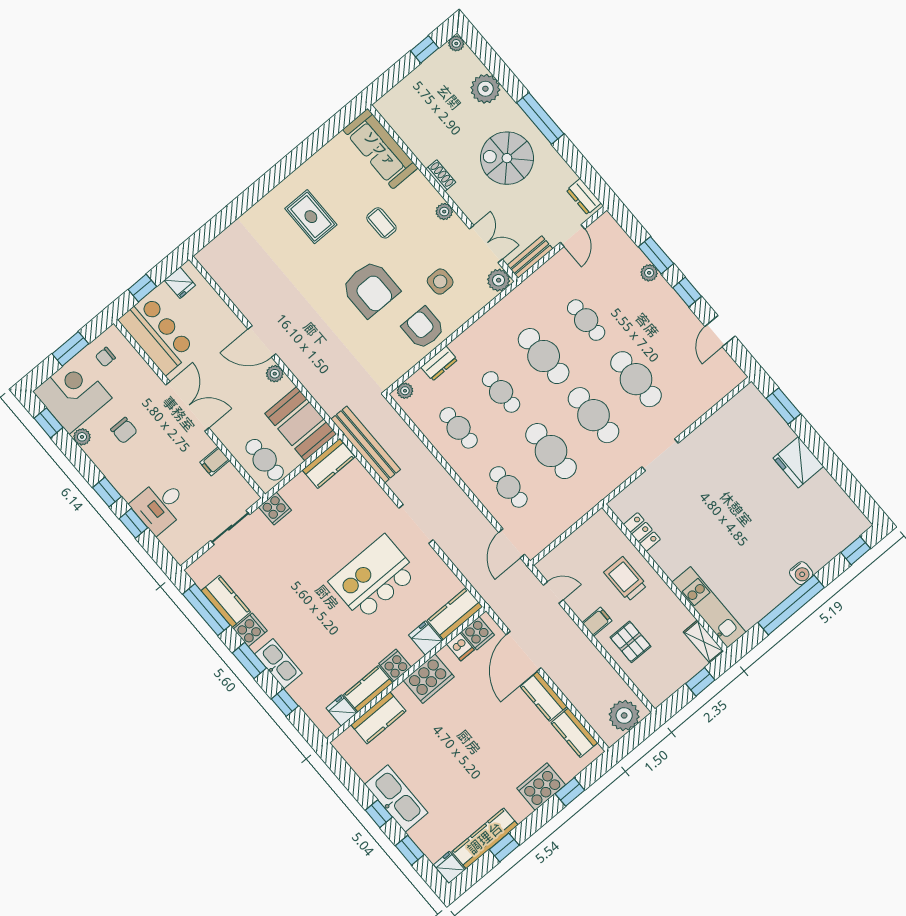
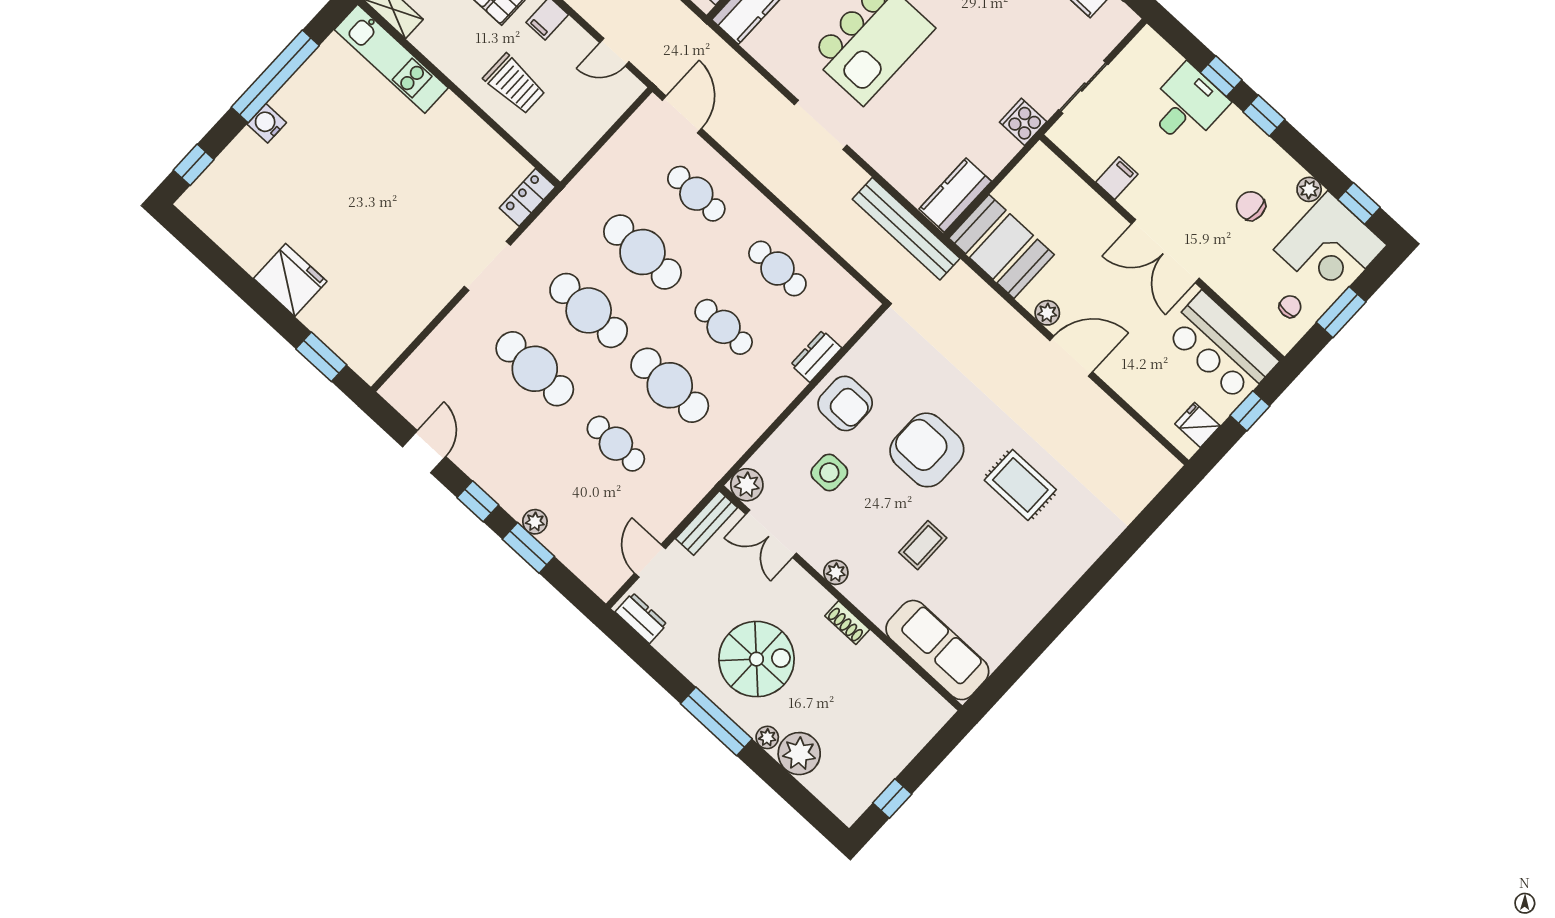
plant: (456, 43) -> (767, 737), moved
rug: (311, 217) -> (1020, 485), moved
coffee table: (381, 223) -> (923, 545), turned 90
plant: (405, 391) -> (860, 312), removed
cafe table: (265, 460) -> (1046, 189), removed
locker: (642, 532) -> (527, 197), moved, turned 90

